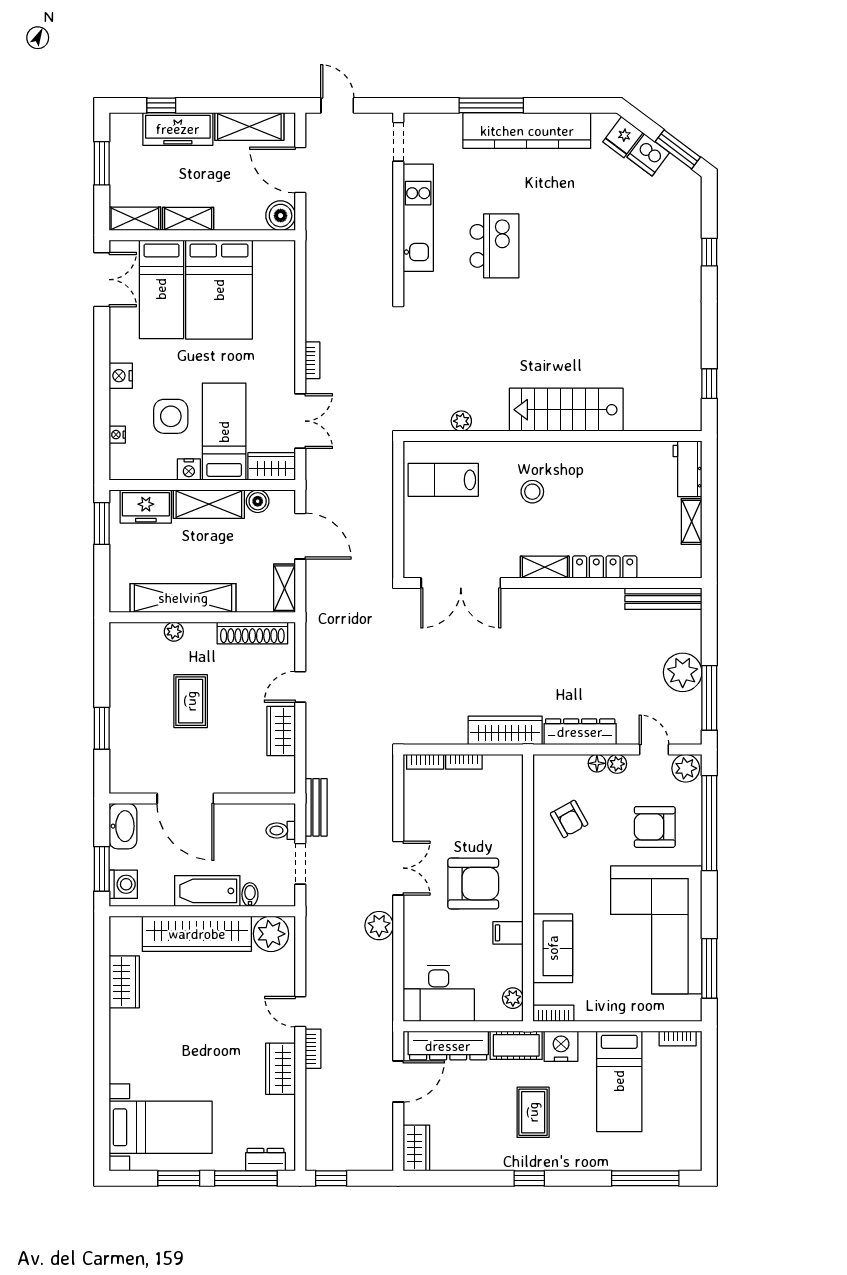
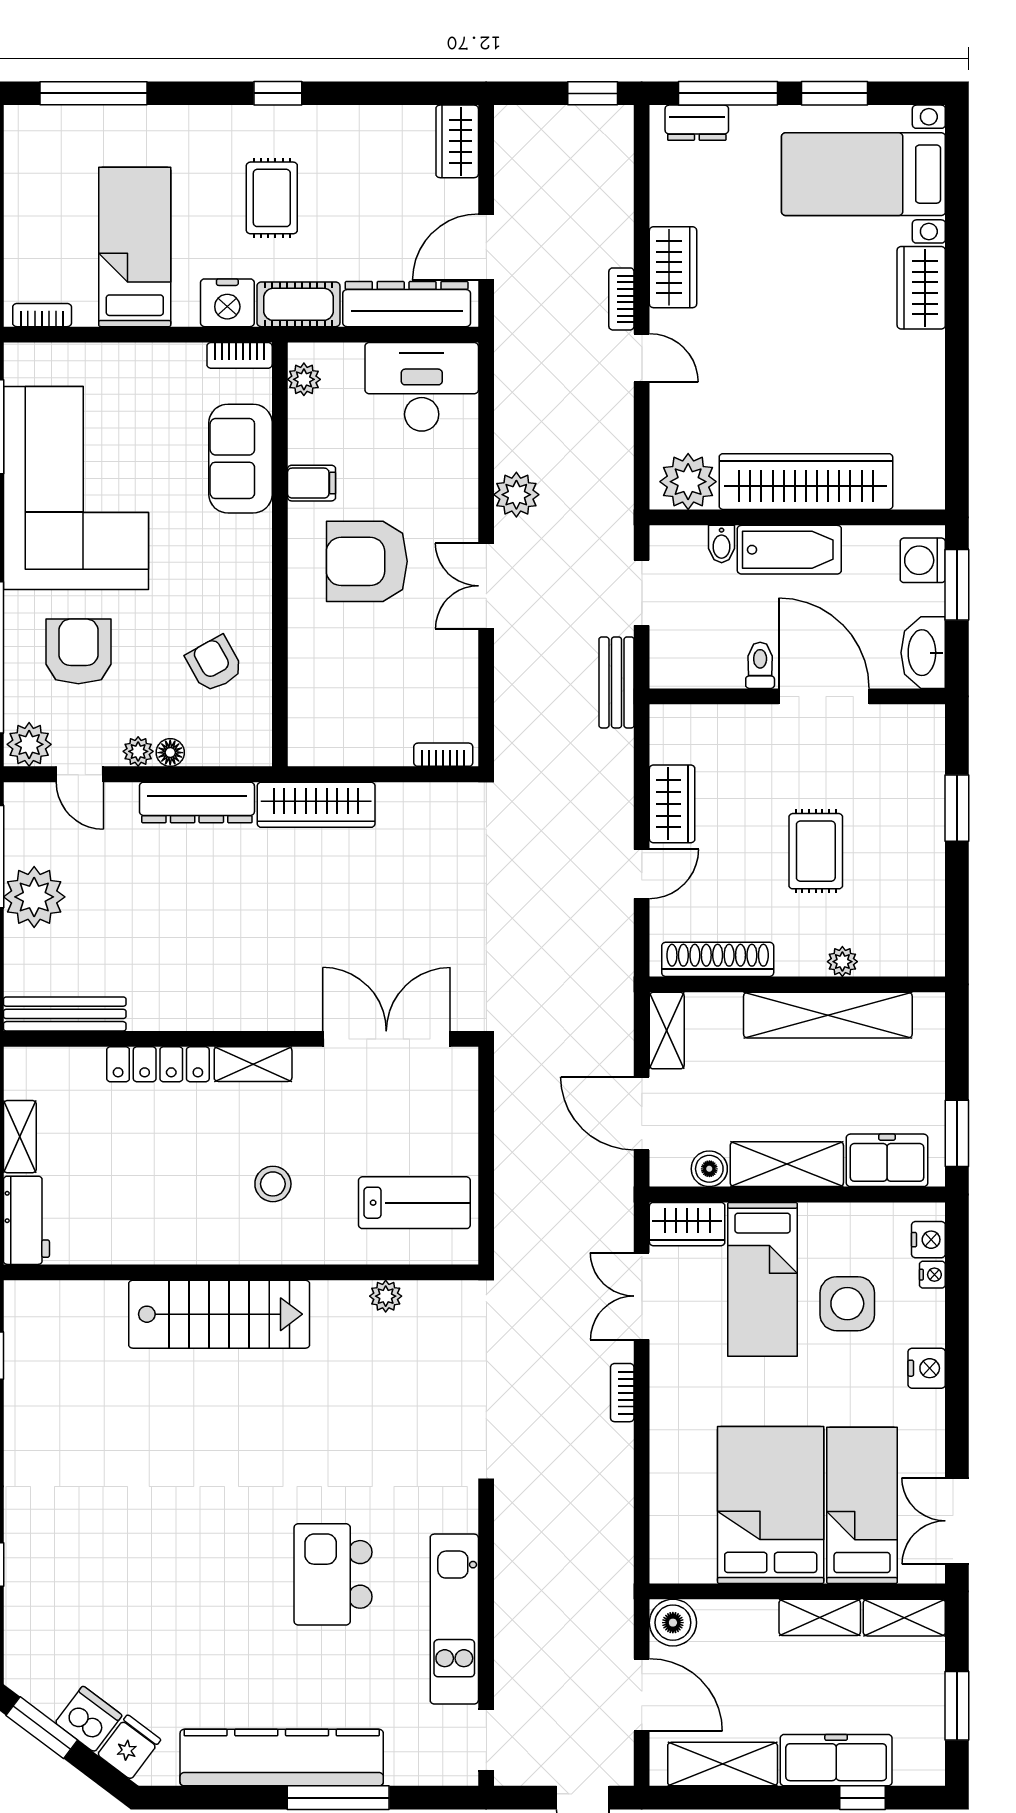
nightstand: (189, 470) -> (928, 1240), moved, turned 90
bookcase: (464, 762) -> (382, 755), removed
armchair: (655, 827) -> (78, 651), turned -90
toilet: (281, 830) -> (760, 665), moved, turned -90
wardrobe: (124, 982) -> (921, 288), moved

